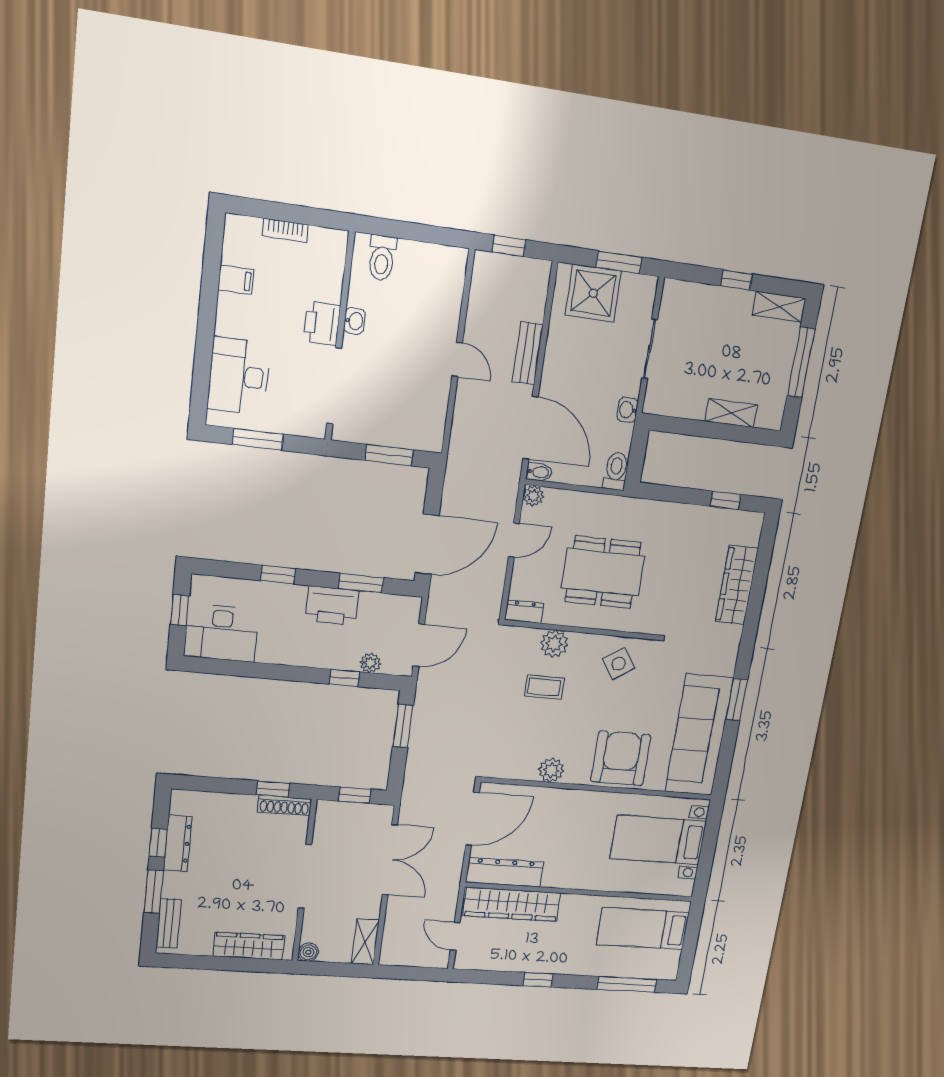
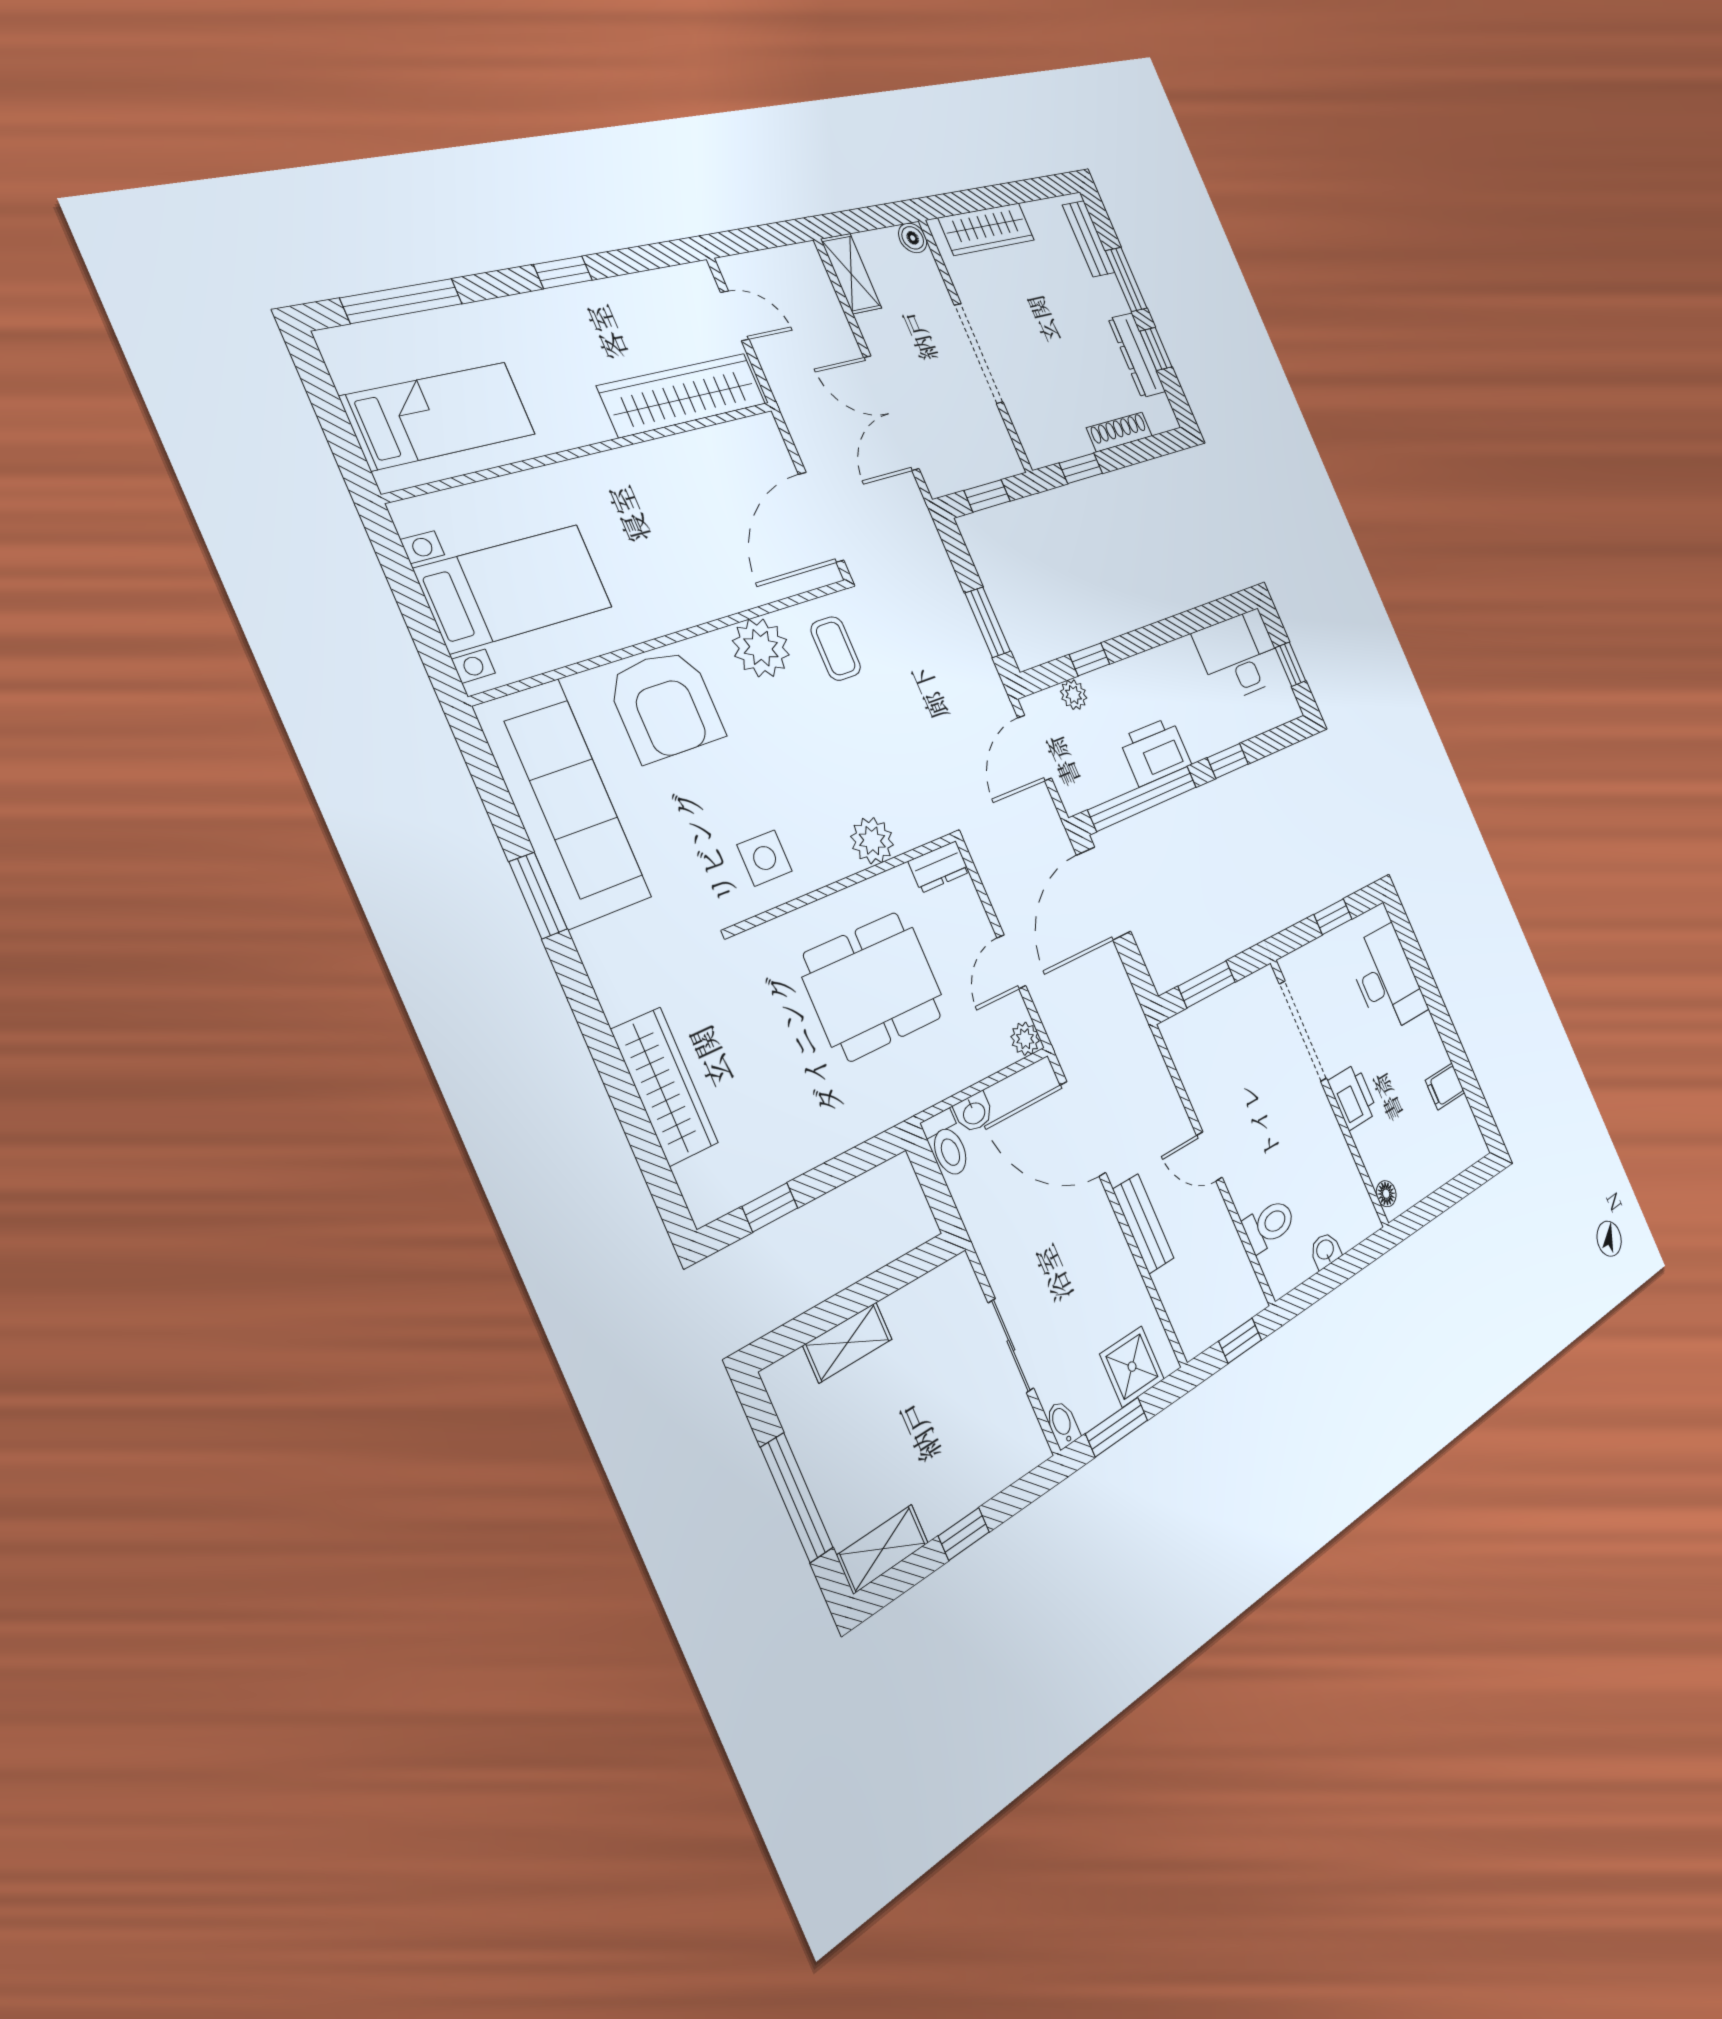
bookcase: (285, 230) -> (1437, 1176), removed
floor lamp: (338, 249) -> (1386, 1194), added
toilet: (382, 258) -> (1269, 1225), moved, turned 90
shower: (593, 293) -> (1132, 1367), width x0.73, depth x0.73
washbasin: (354, 321) -> (1325, 1250), moved, turned 90
washbasin: (627, 410) -> (974, 1113), moved, turned 90
window: (258, 439) -> (1333, 917), width x0.67
bidet: (539, 472) -> (1063, 1424), moved, turned 90
window: (361, 583) -> (1143, 798), width x2.11
side table: (619, 664) -> (765, 858), turned 34
coffee table: (544, 687) -> (836, 649), moved, turned 90
plant: (551, 770) -> (761, 648), width x1.36, depth x1.36
shoe rack: (284, 805) -> (1119, 432), moved
dresser: (505, 872) -> (725, 446), removed

